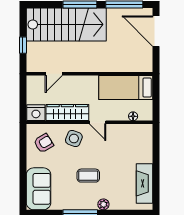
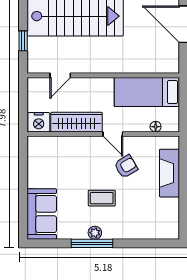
side table: (74, 138) -> (84, 153), removed
armchair: (44, 143) -> (126, 166), moved
fireplace: (145, 183) -> (169, 173), moved
plant: (103, 204) -> (95, 233), moved

